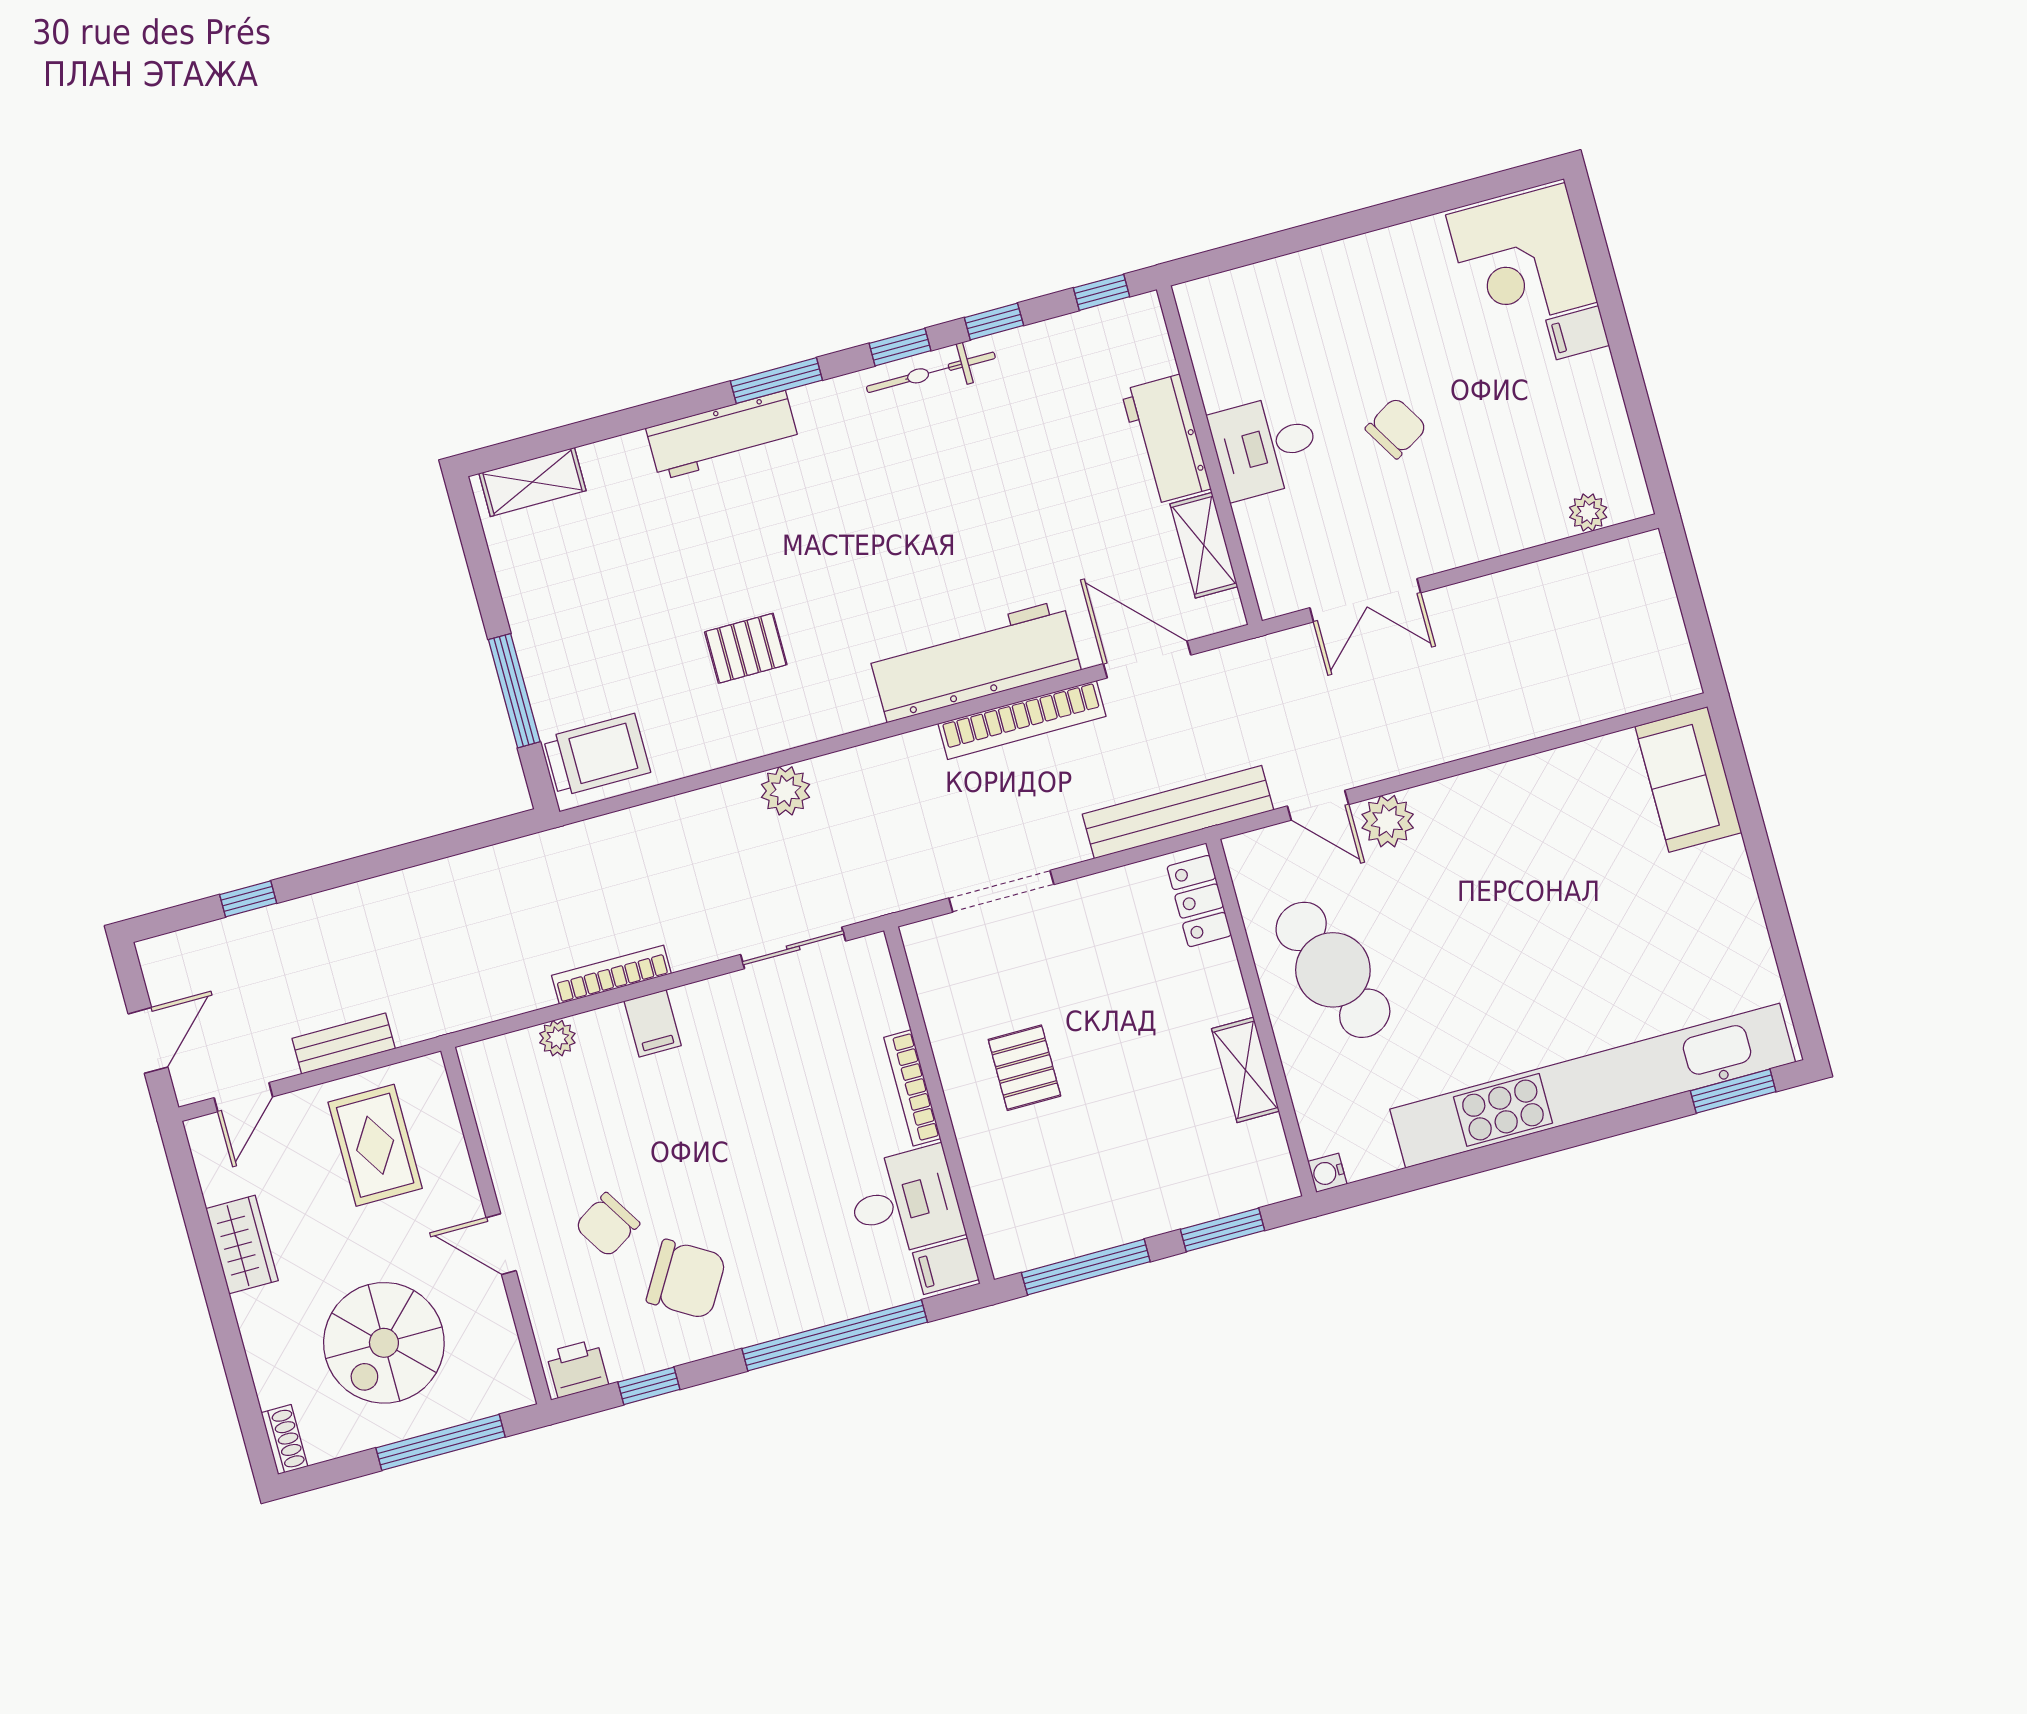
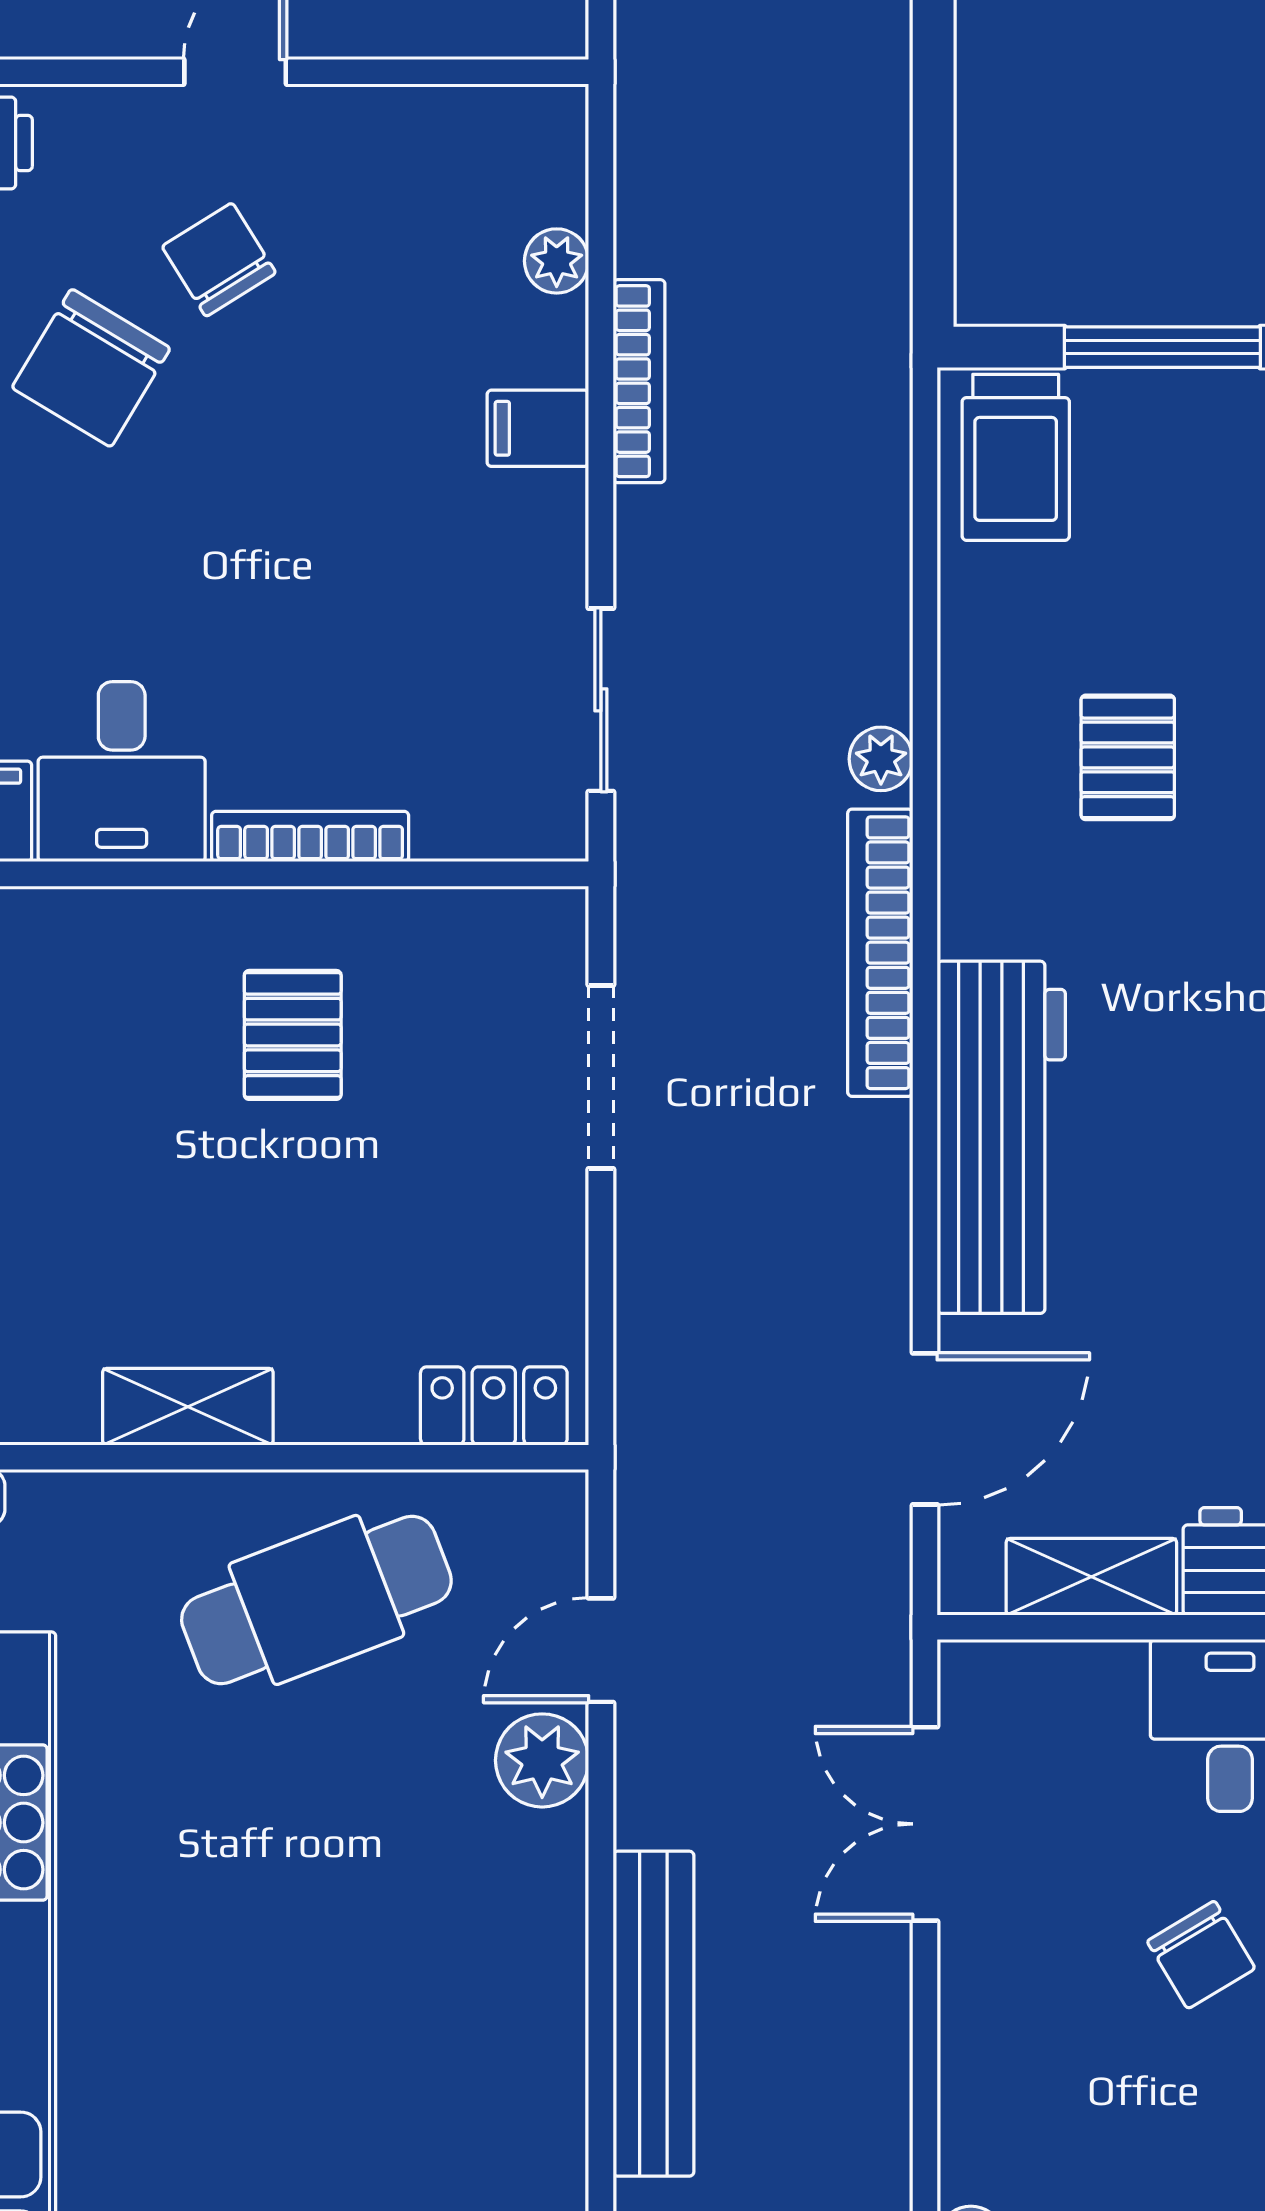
bookcase: (1022, 720) -> (880, 953), moved
plant: (785, 791) -> (881, 759), width x0.73, depth x0.73
bench: (1178, 812) -> (653, 2014), moved
pallet: (1024, 1068) -> (293, 1035), turned 90

